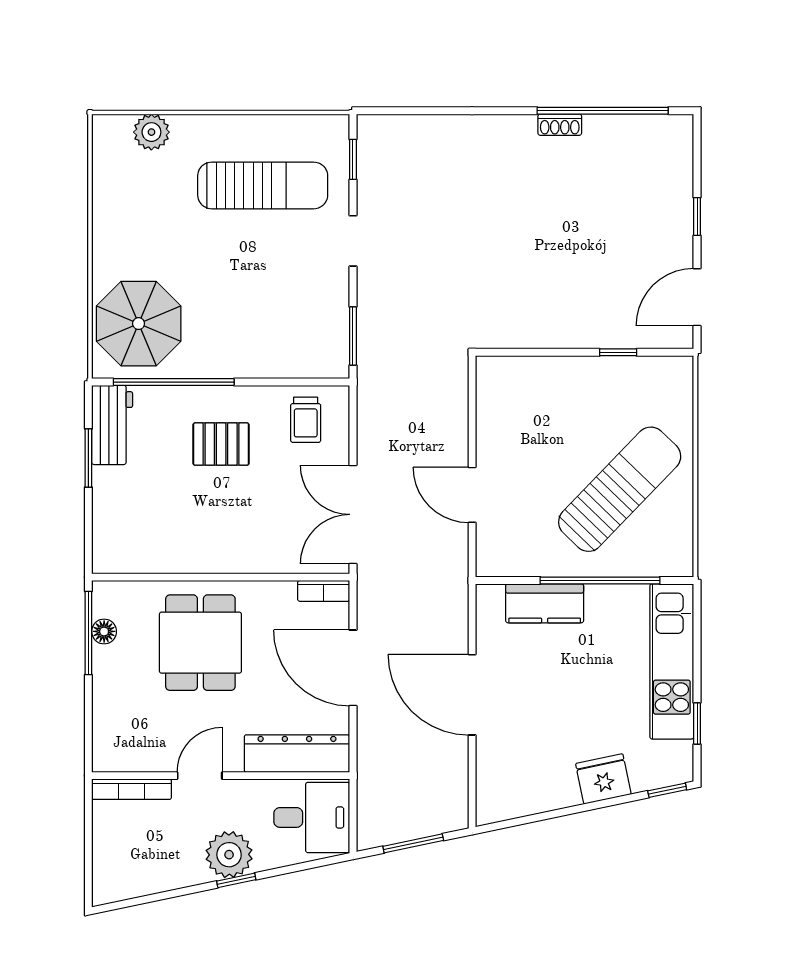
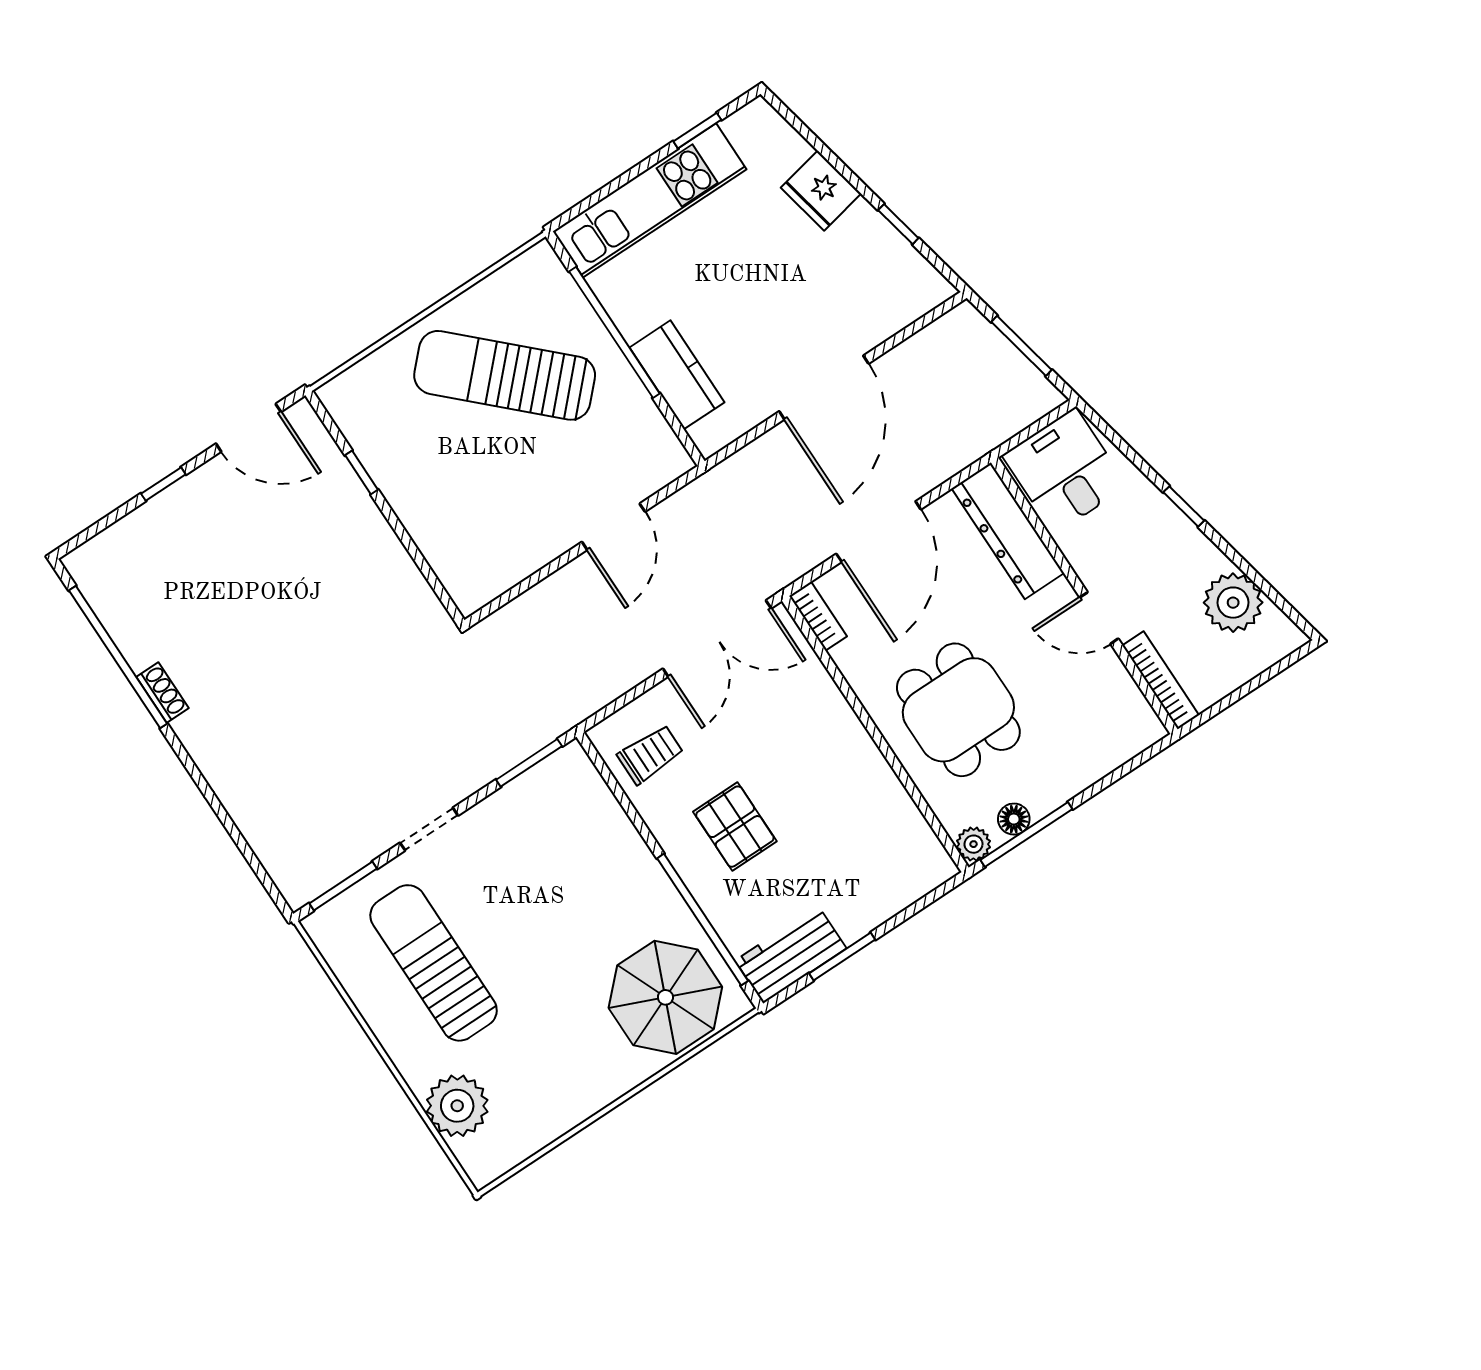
plant: (151, 132) -> (457, 1106), width x1.36, depth x1.36
window: (353, 159) -> (343, 886), width x1.50
plant: (105, 594) -> (974, 844), added
dining table: (200, 643) -> (958, 710), turned 90
window: (667, 790) -> (898, 224), moved
plant: (229, 855) -> (1233, 603), moved

